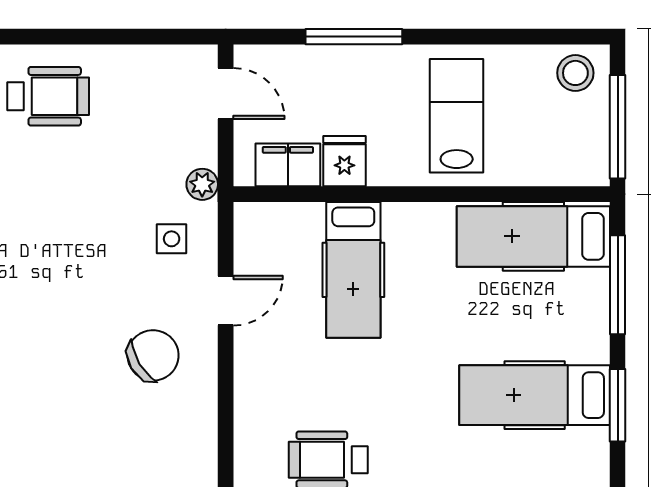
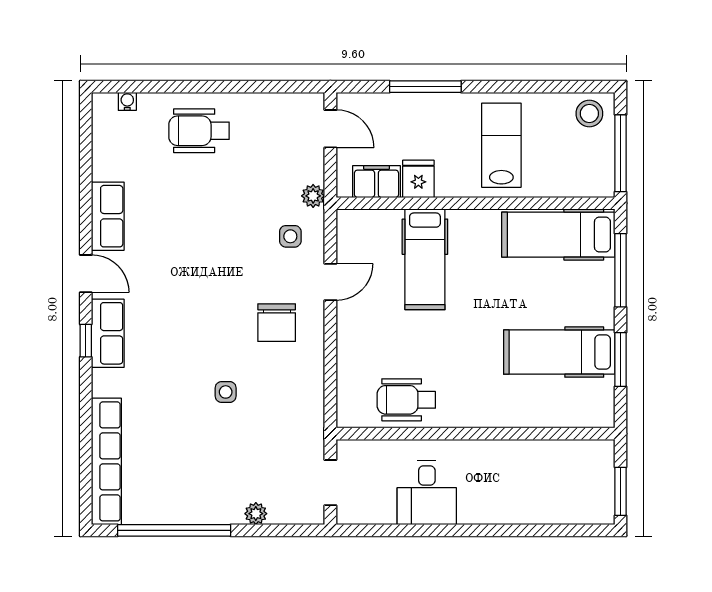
wheelchair: (48, 96) -> (199, 131), turned 180
chair: (153, 355) -> (277, 323), turned 121
side table: (84, 449) -> (226, 392), added

